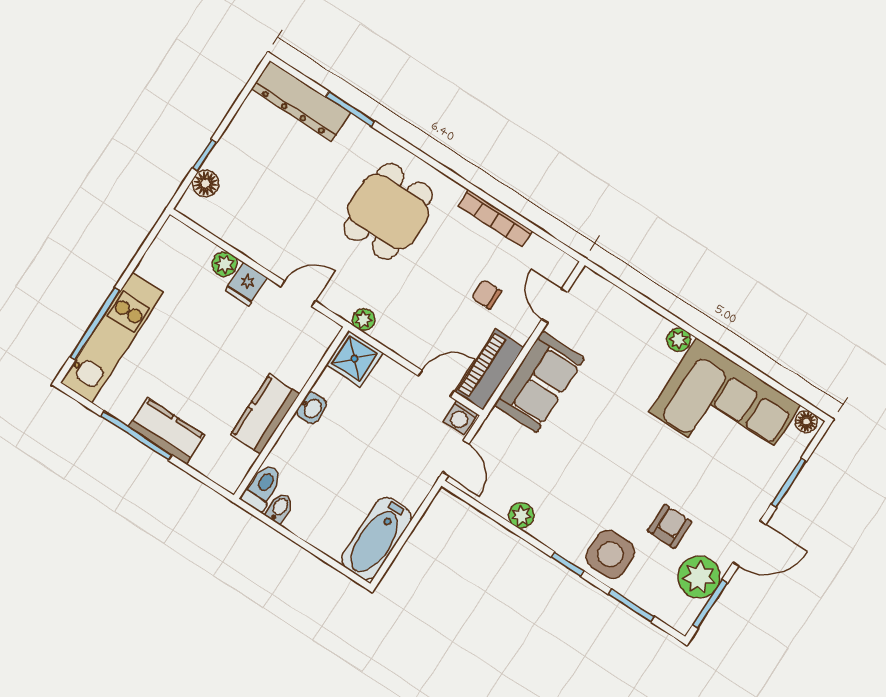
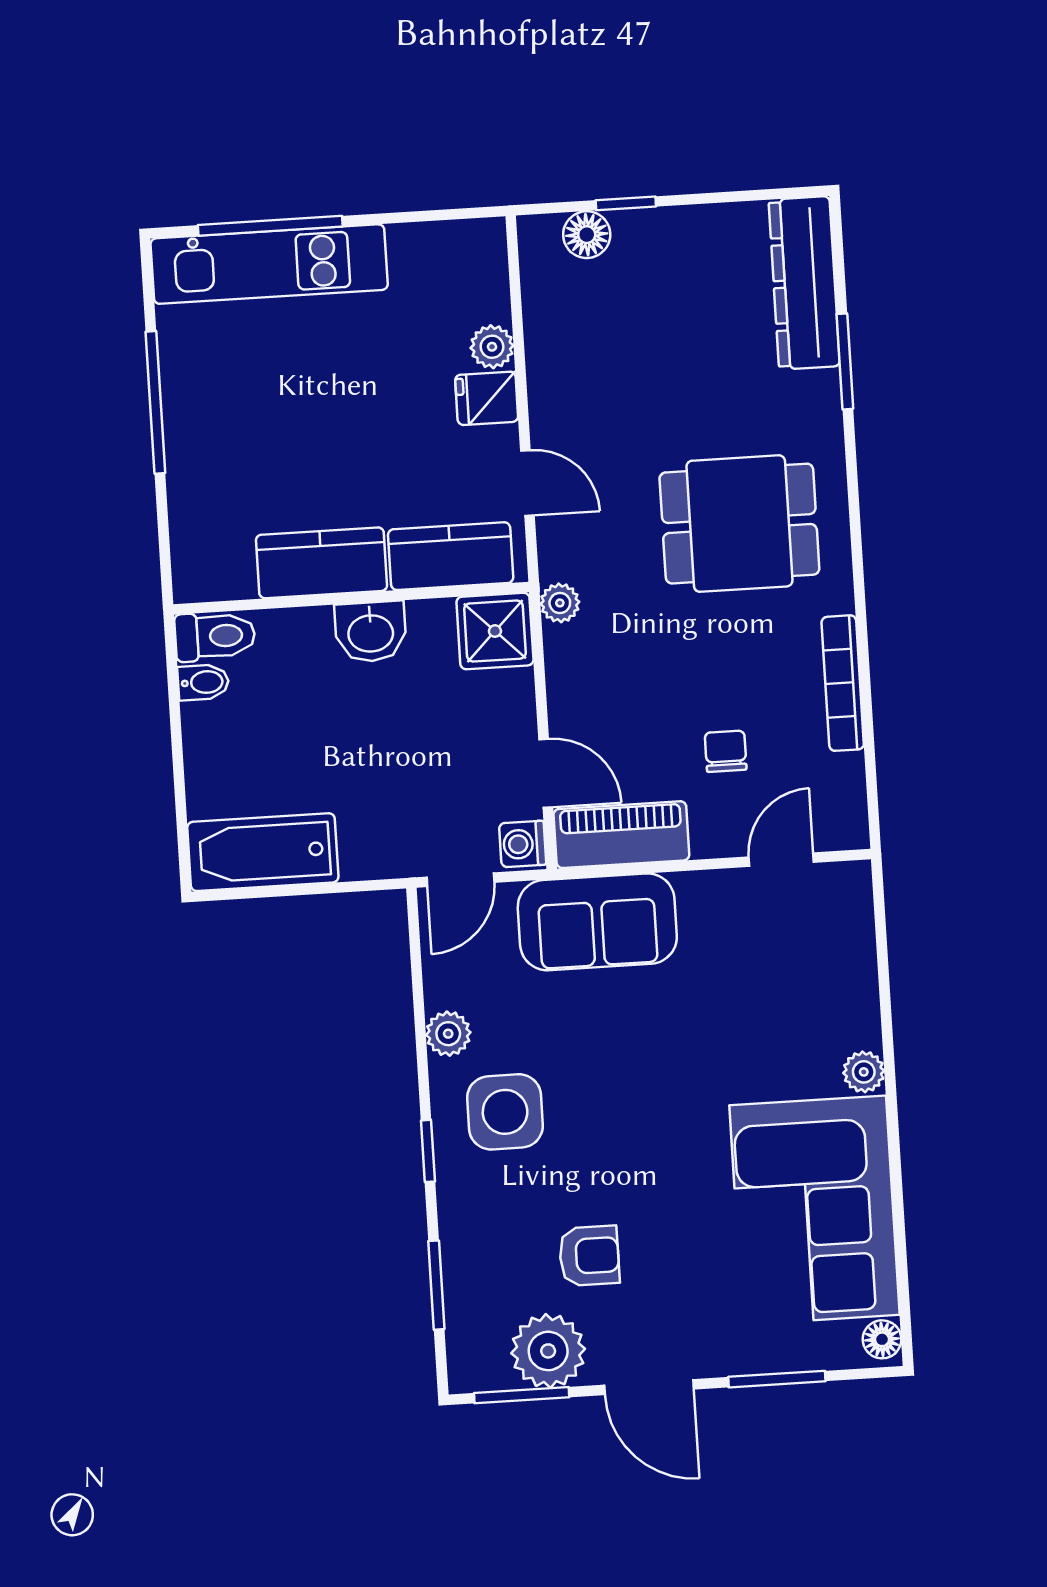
sofa: (539, 382) -> (597, 922), moved
washbasin: (312, 408) -> (371, 632), width x1.38, depth x1.45
kitchen counter: (167, 431) -> (451, 556), moved, turned -90
side table: (610, 554) -> (505, 1112), moved

